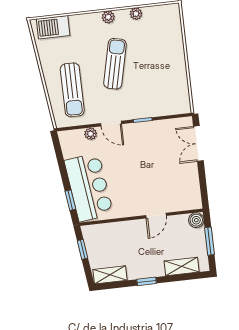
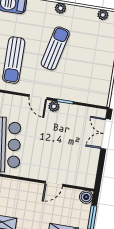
plant: (136, 14) -> (103, 15), moved
plant: (91, 134) -> (54, 106), moved

